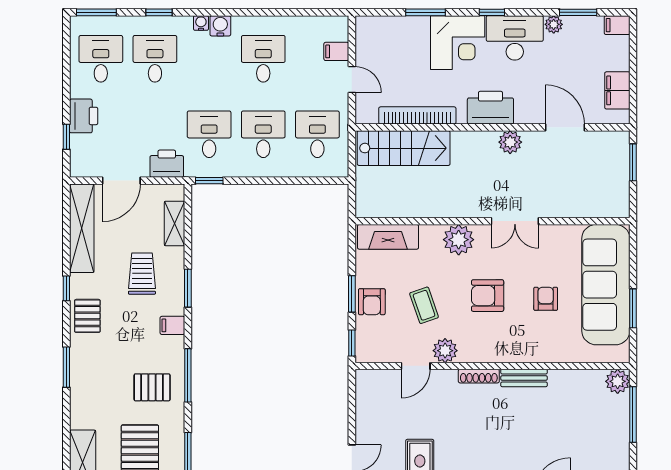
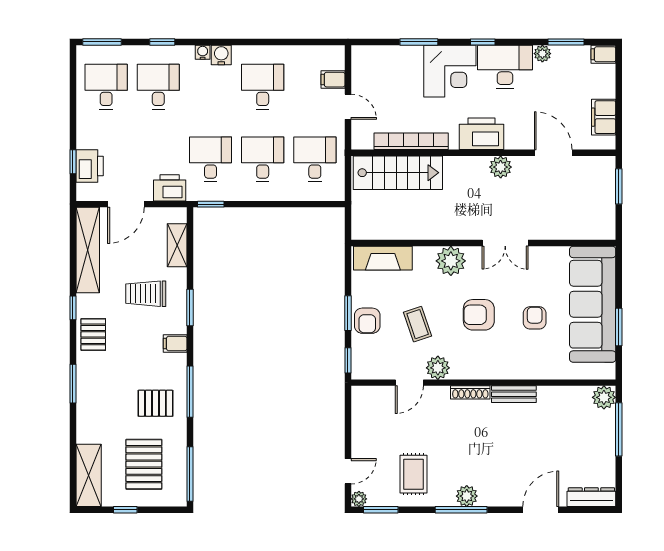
printer: (84, 116) -> (90, 166), moved
trolley: (142, 274) -> (146, 294), turned -90

